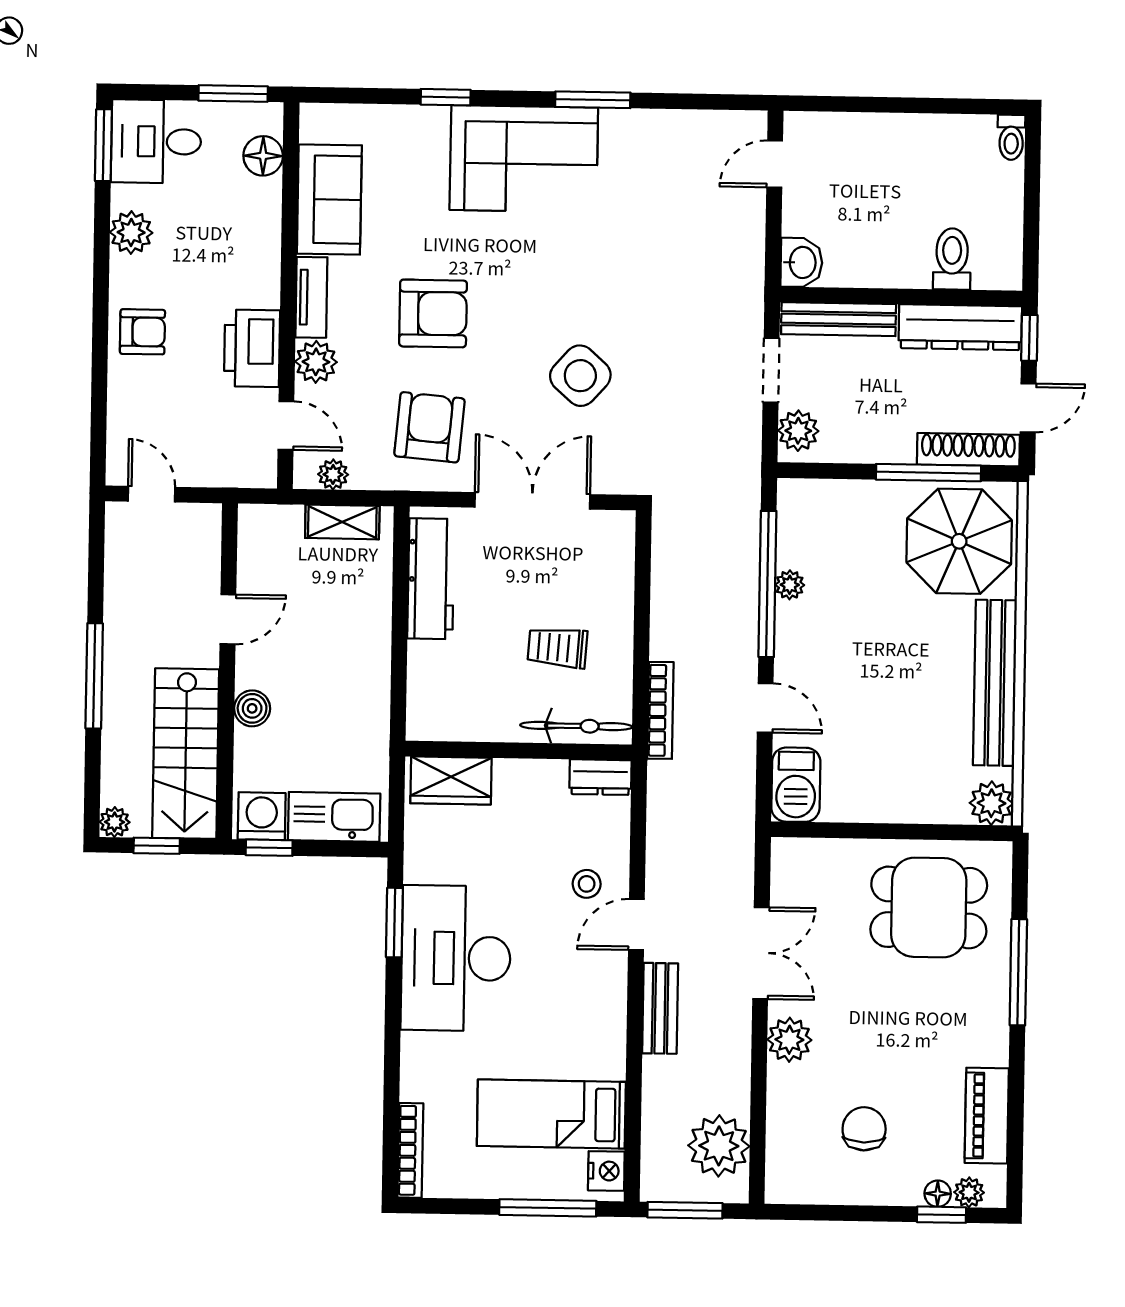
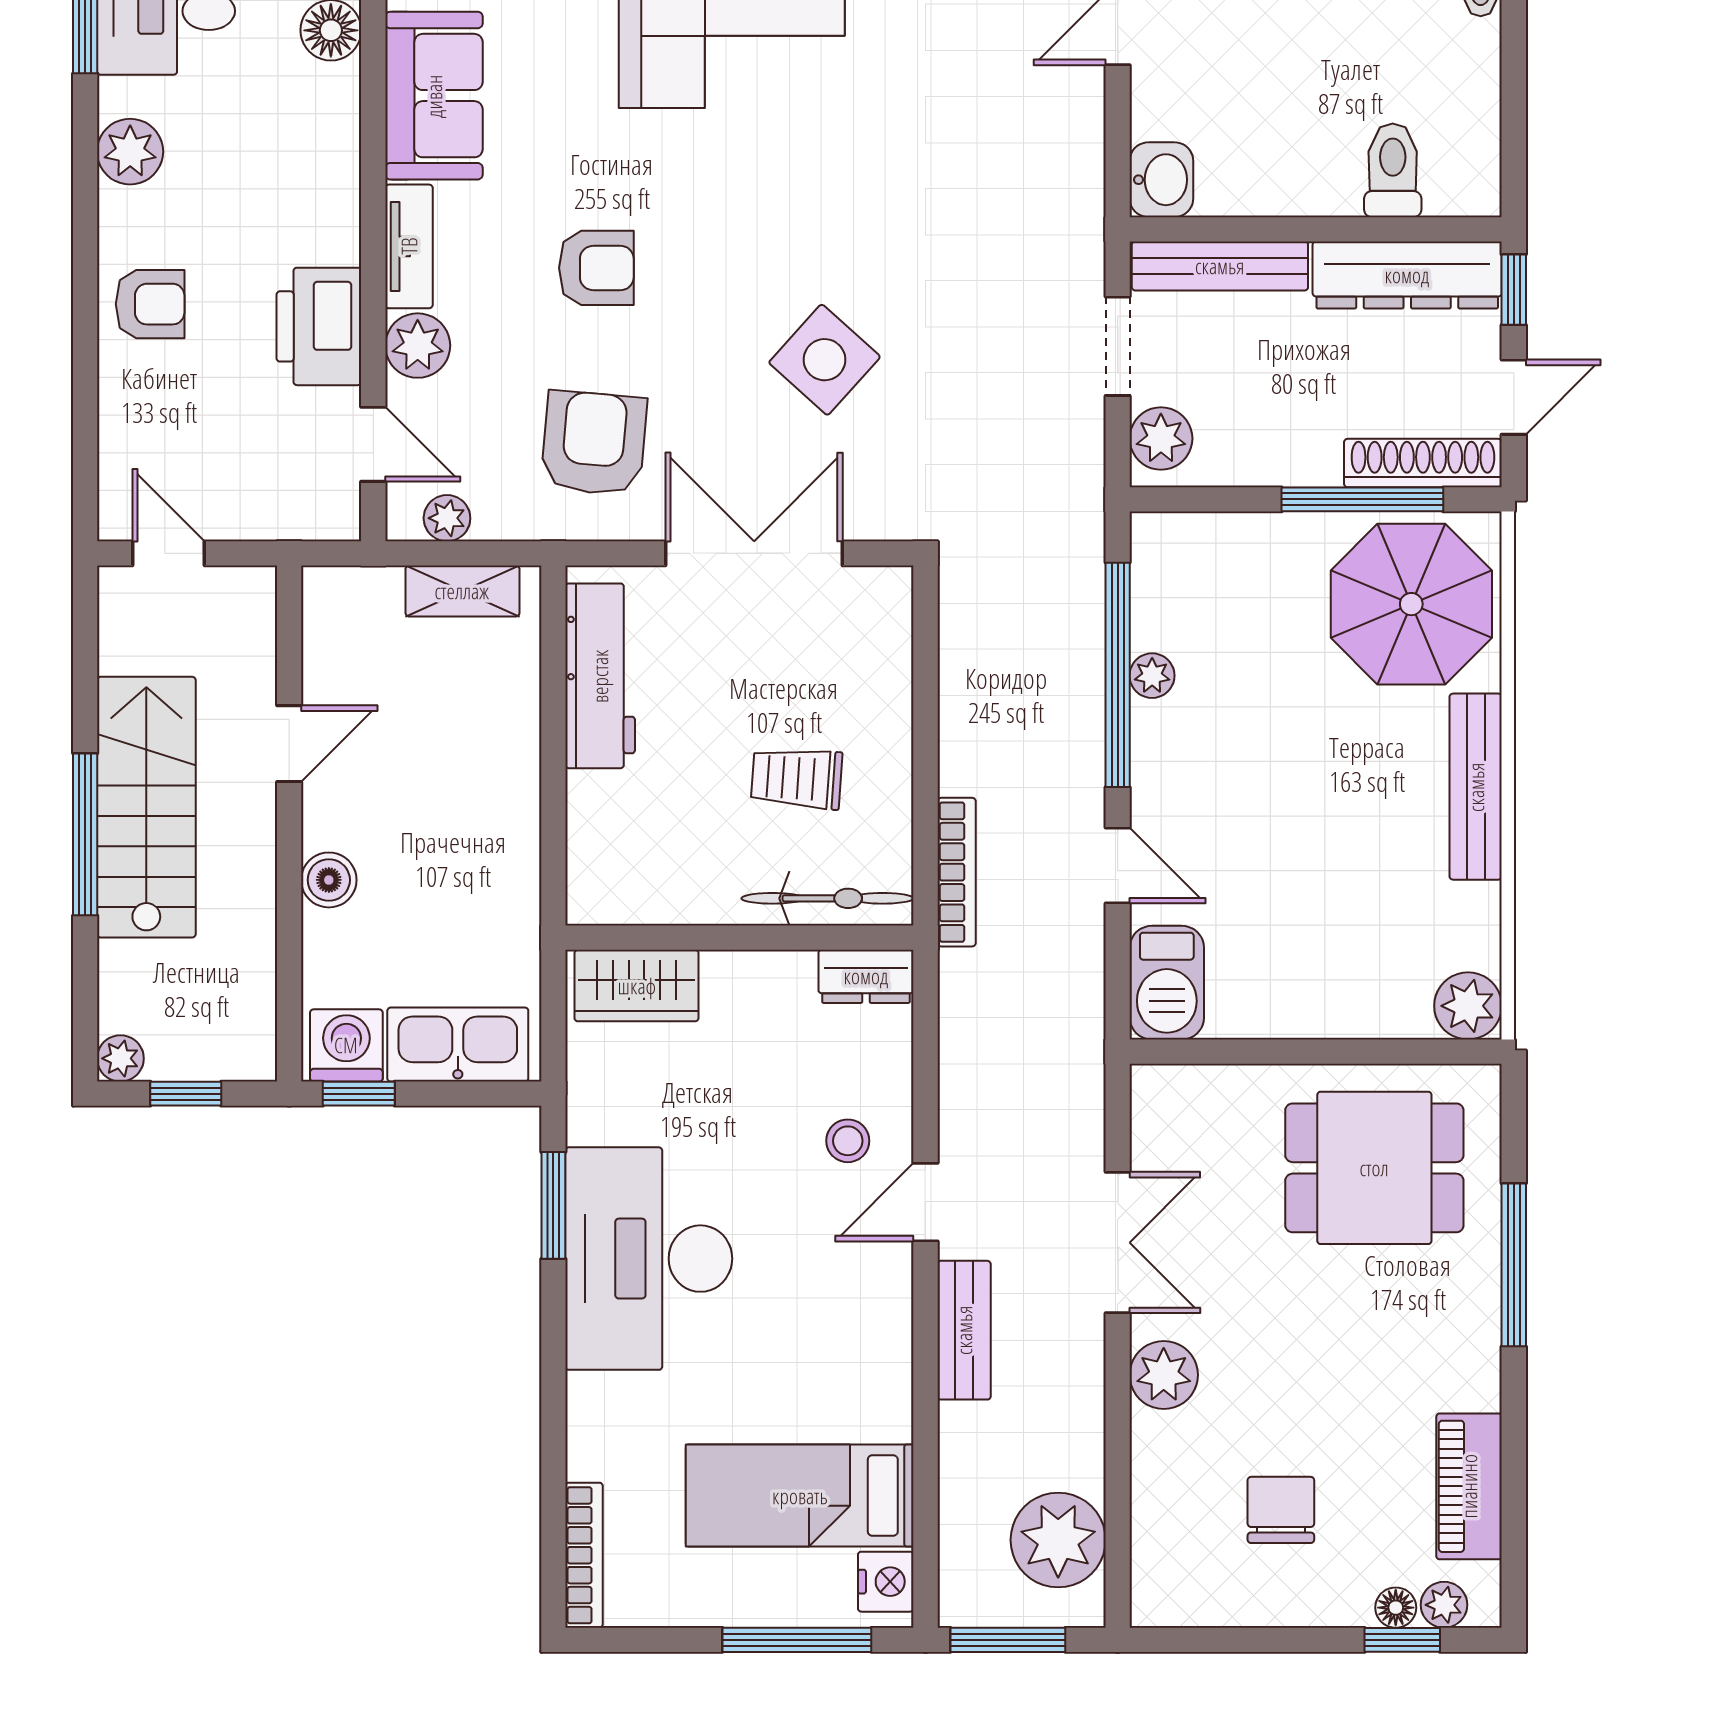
armchair: (433, 313) -> (596, 268), width x0.72, depth x0.72
bench: (995, 683) -> (1476, 787), width x0.73, depth x0.82
stairs: (186, 754) -> (146, 807), moved, turned 180

